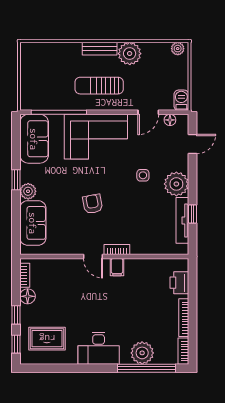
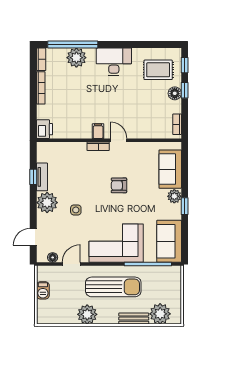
bench: (100, 49) -> (134, 319), moved
plant: (178, 49) -> (160, 314), moved, width x1.88, depth x1.88
sun lounger: (99, 86) -> (113, 287), width x1.36, depth x1.34
barbecue: (181, 100) -> (43, 290), moved
armchair: (93, 204) -> (119, 185), turned 101
tv unit: (182, 220) -> (42, 177), width x0.71
printer: (179, 283) -> (45, 129), moved
floor lamp: (28, 296) -> (175, 93), moved

